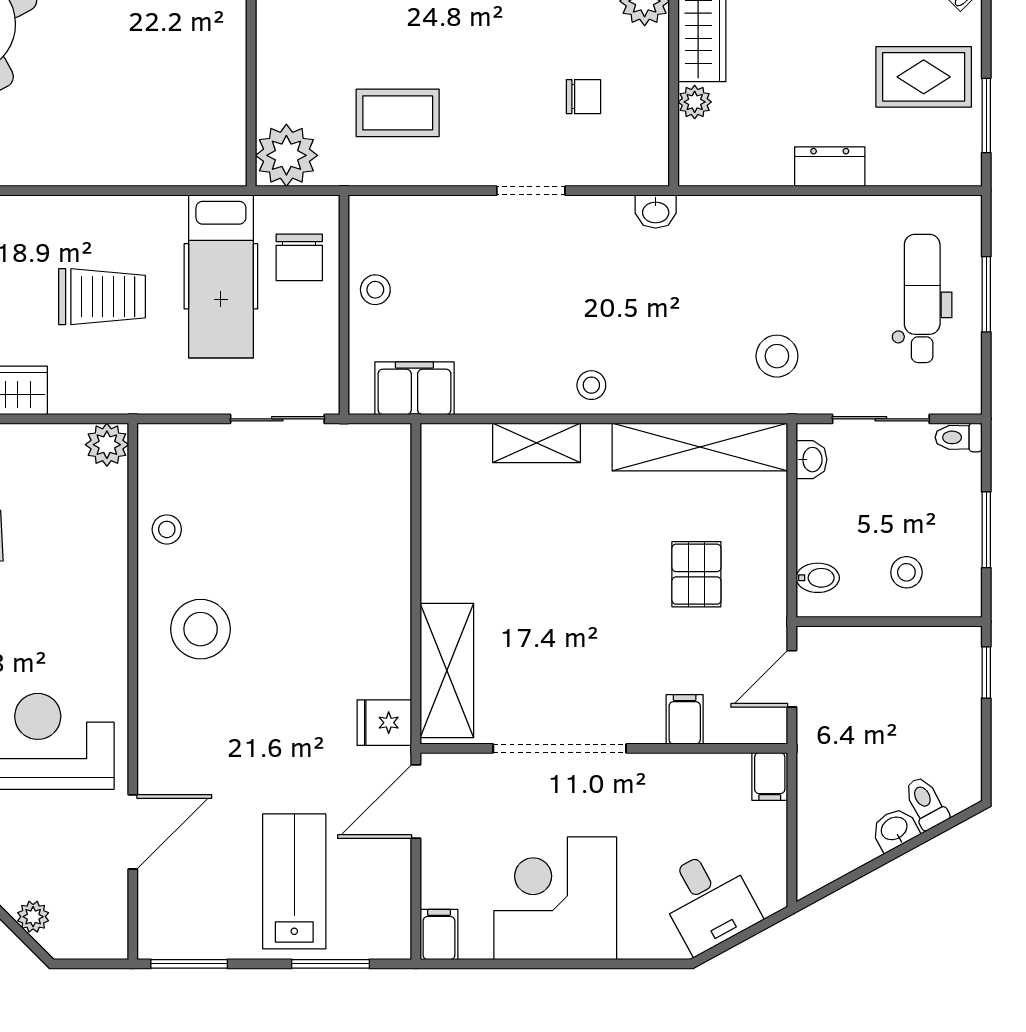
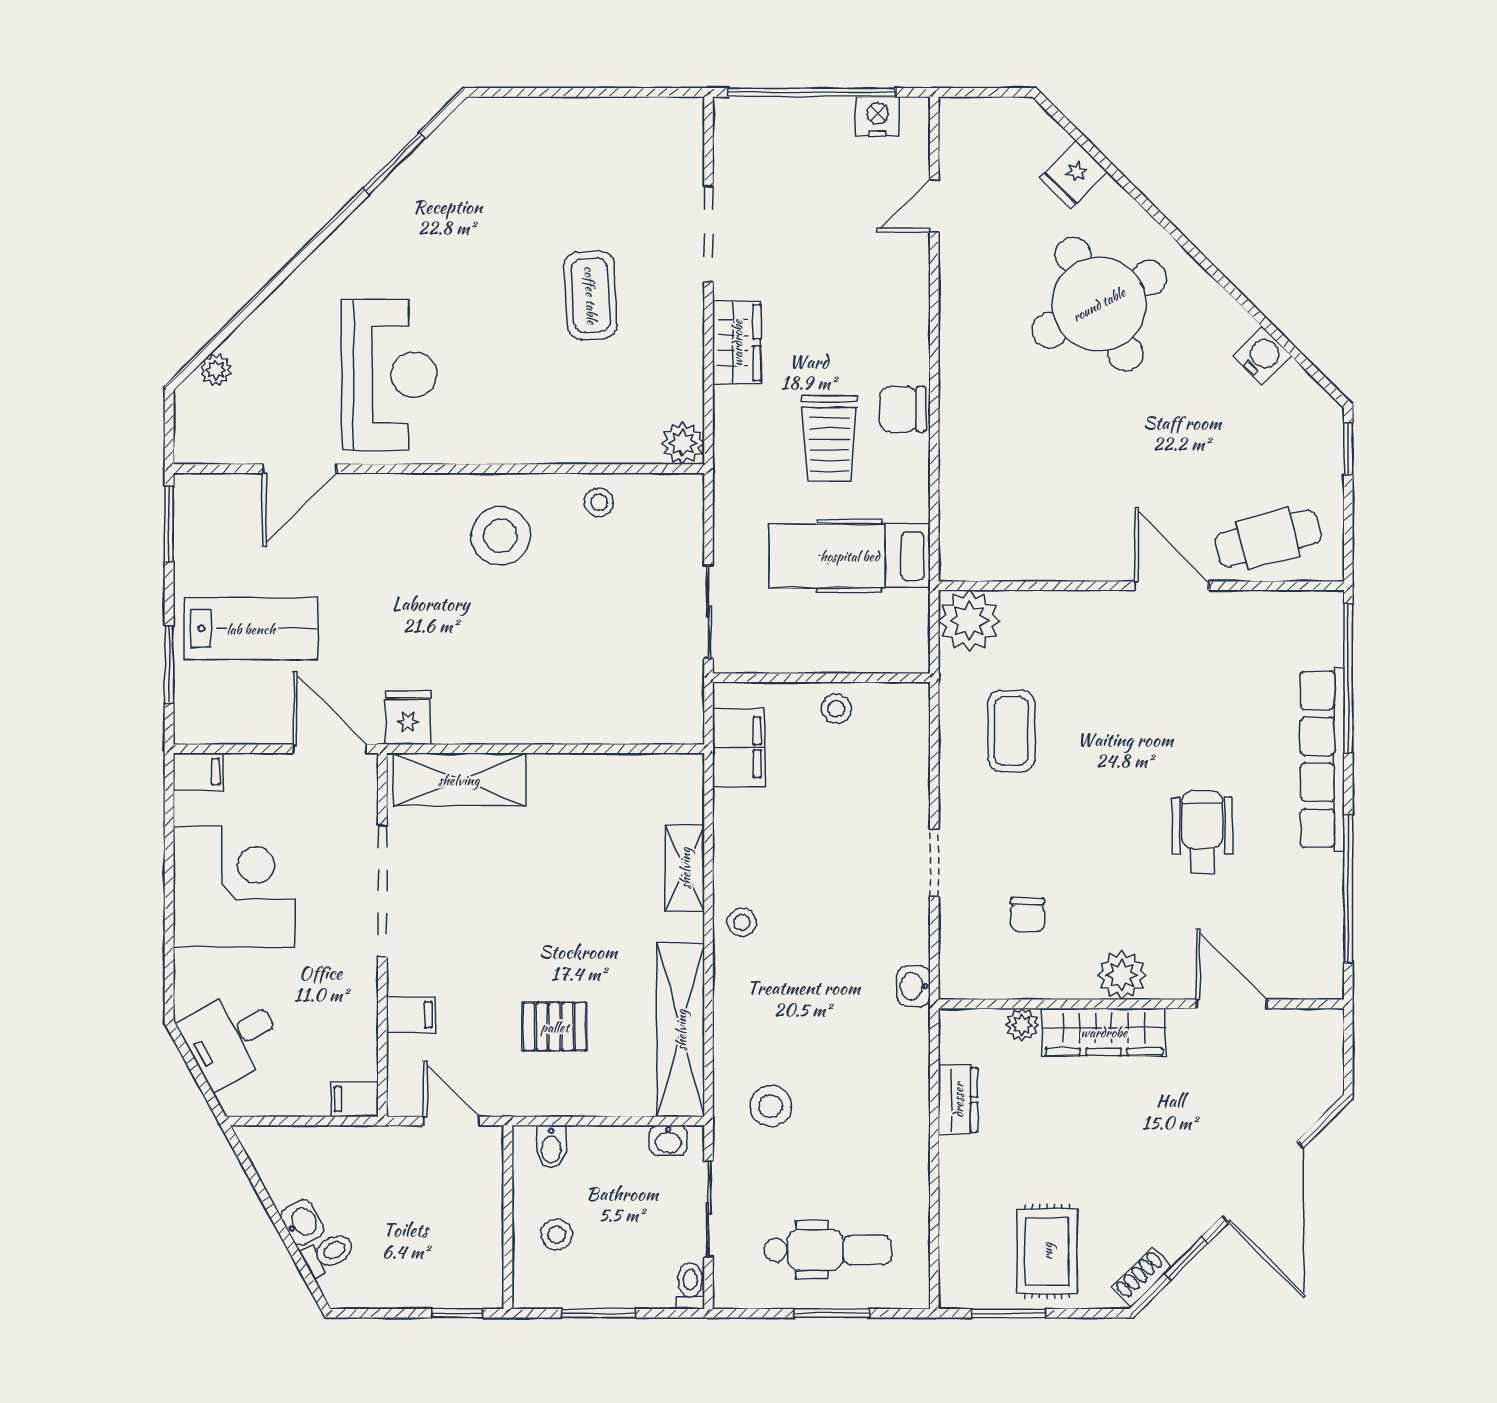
dresser: (830, 167) -> (958, 1100), moved
chair: (299, 257) -> (903, 409), moved
door: (133, 832) -> (300, 469), hinge flipped

